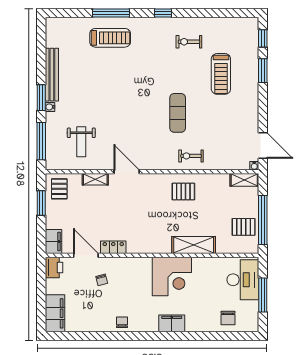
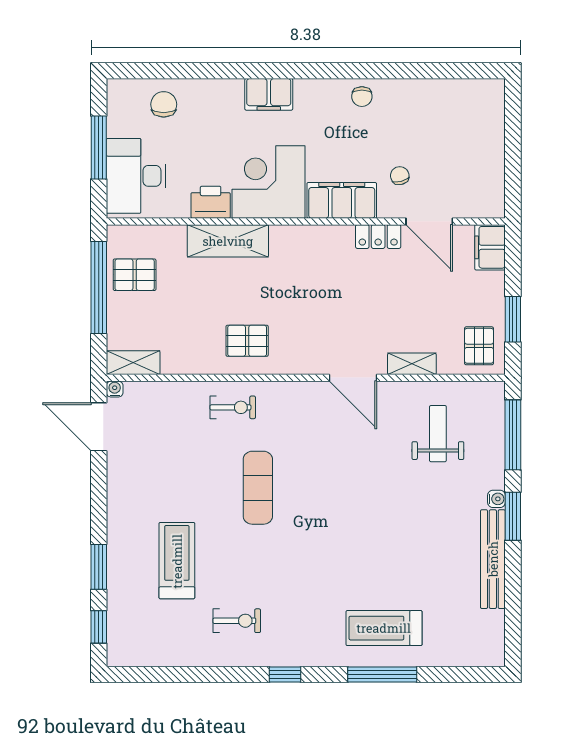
printer: (54, 267) -> (211, 202), moved, turned 90
filing cabinet: (55, 313) -> (342, 200), moved, turned 90

